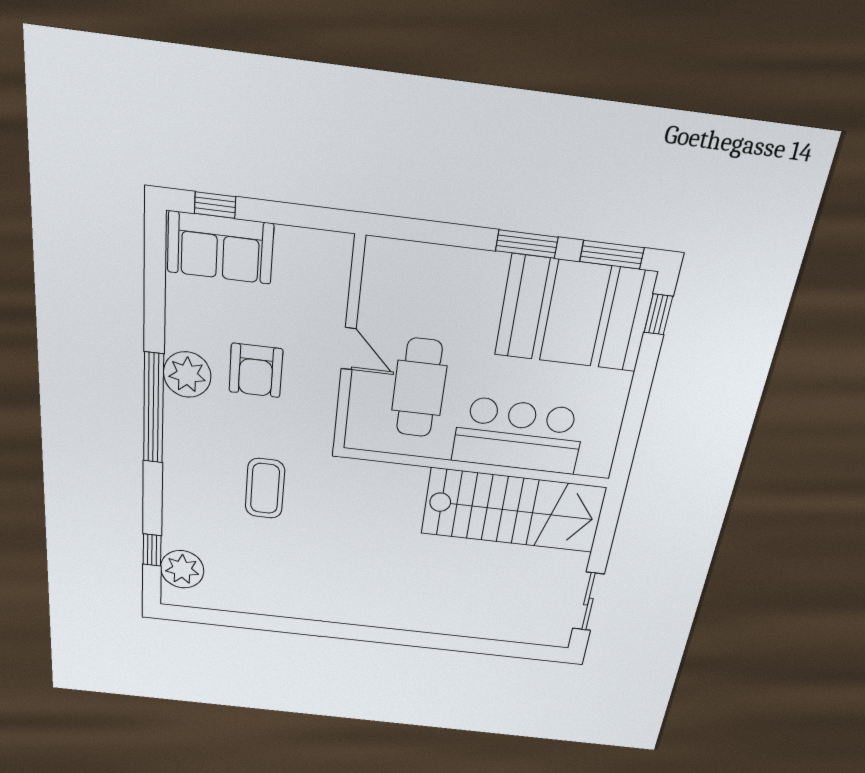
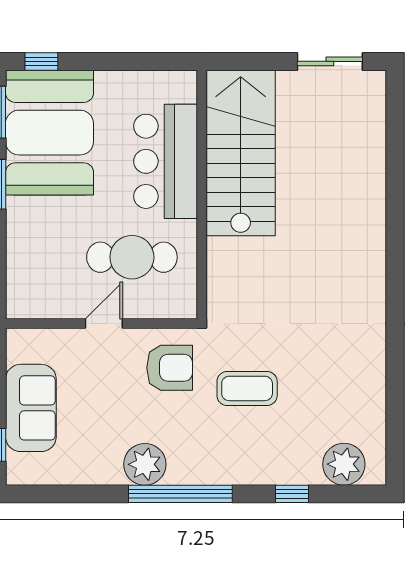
sofa: (220, 248) -> (31, 408), moved
armchair: (256, 370) -> (170, 368), moved
window: (152, 550) -> (292, 494), moved

